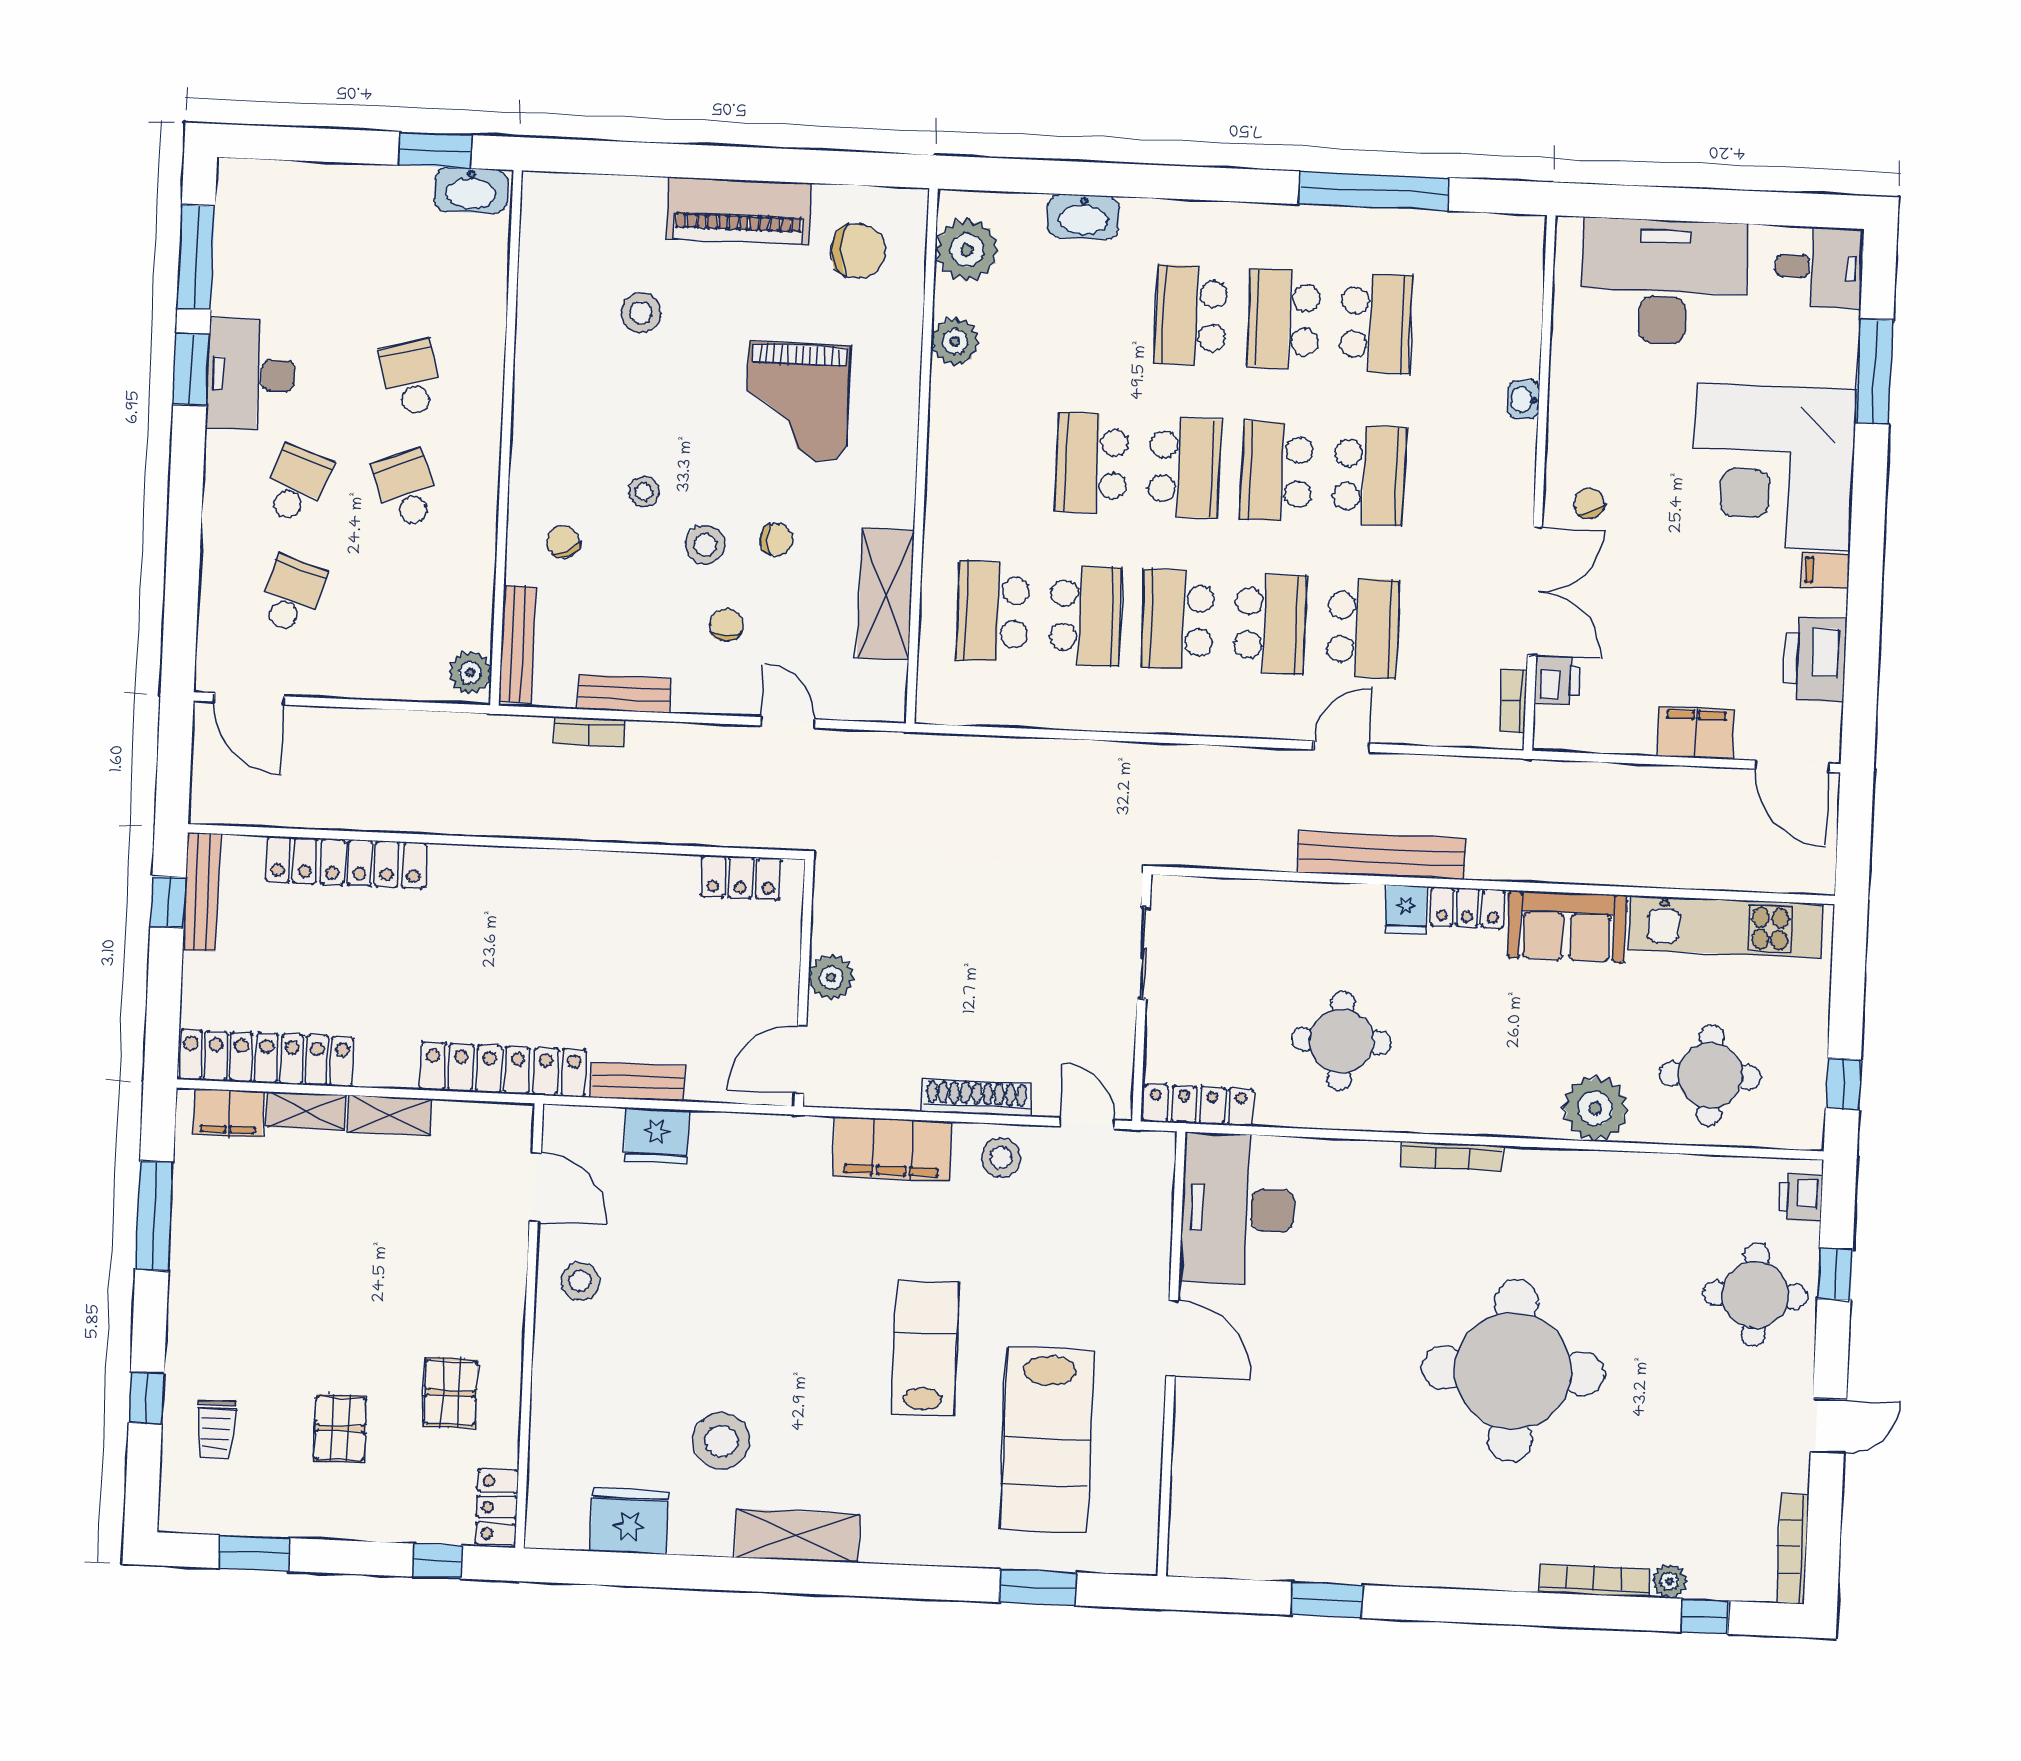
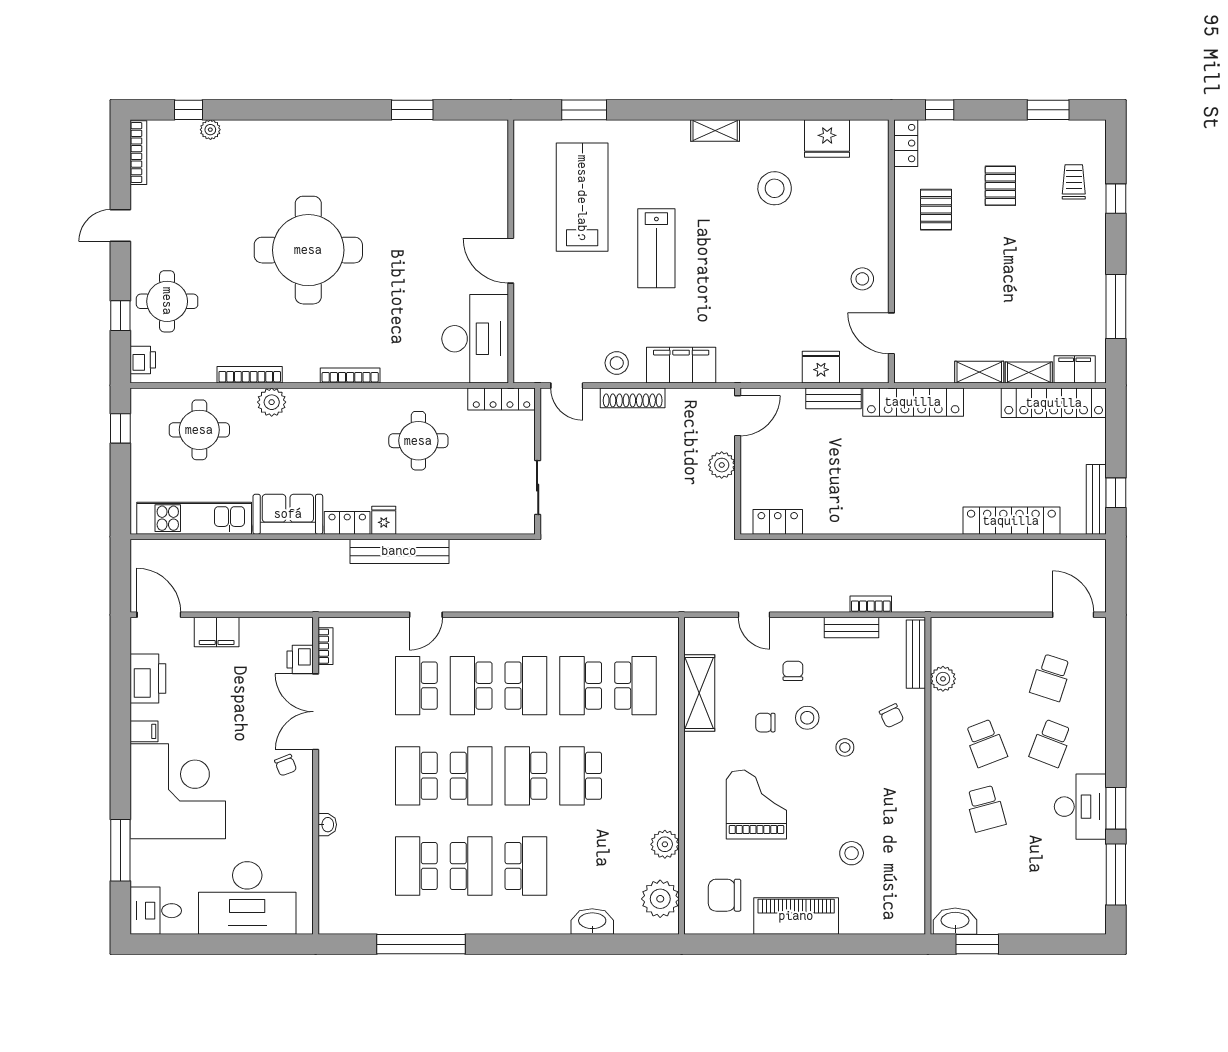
school desk: (1092, 463) -> (581, 776), turned 180
chair: (726, 625) -> (793, 671), turned 180
plant: (470, 673) -> (943, 679), moved
plant: (1595, 1108) -> (272, 402), width x0.73, depth x0.73
shelving: (797, 1536) -> (715, 130), width x0.67, depth x0.75
bookcase: (1594, 1581) -> (250, 375), moved, turned 180

